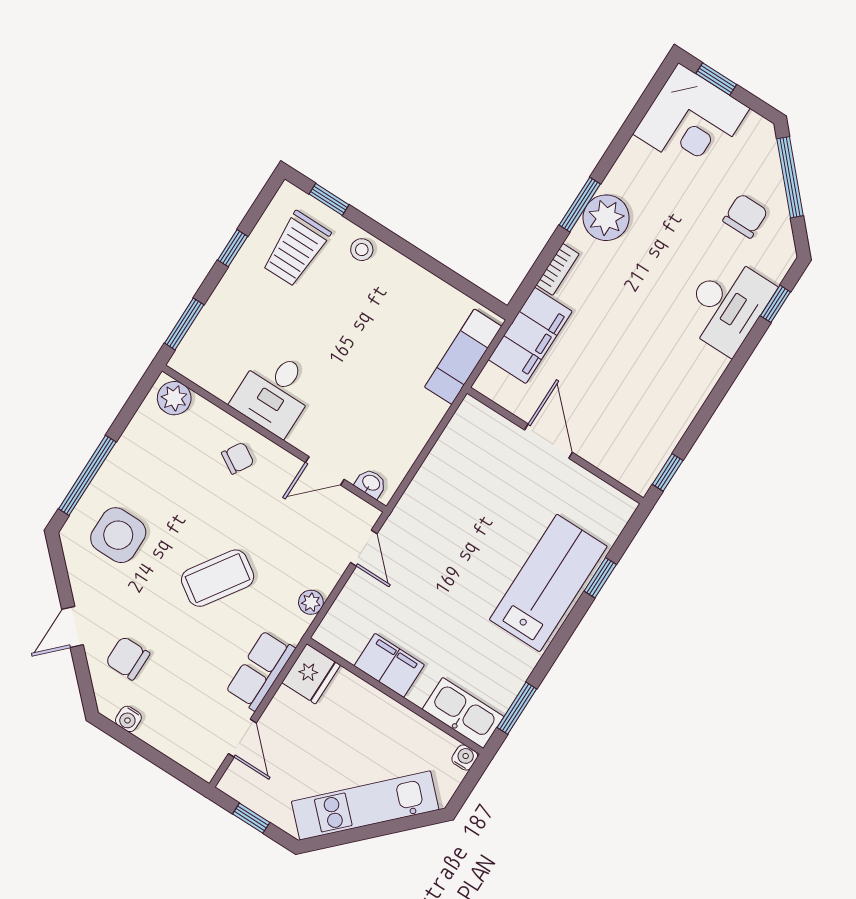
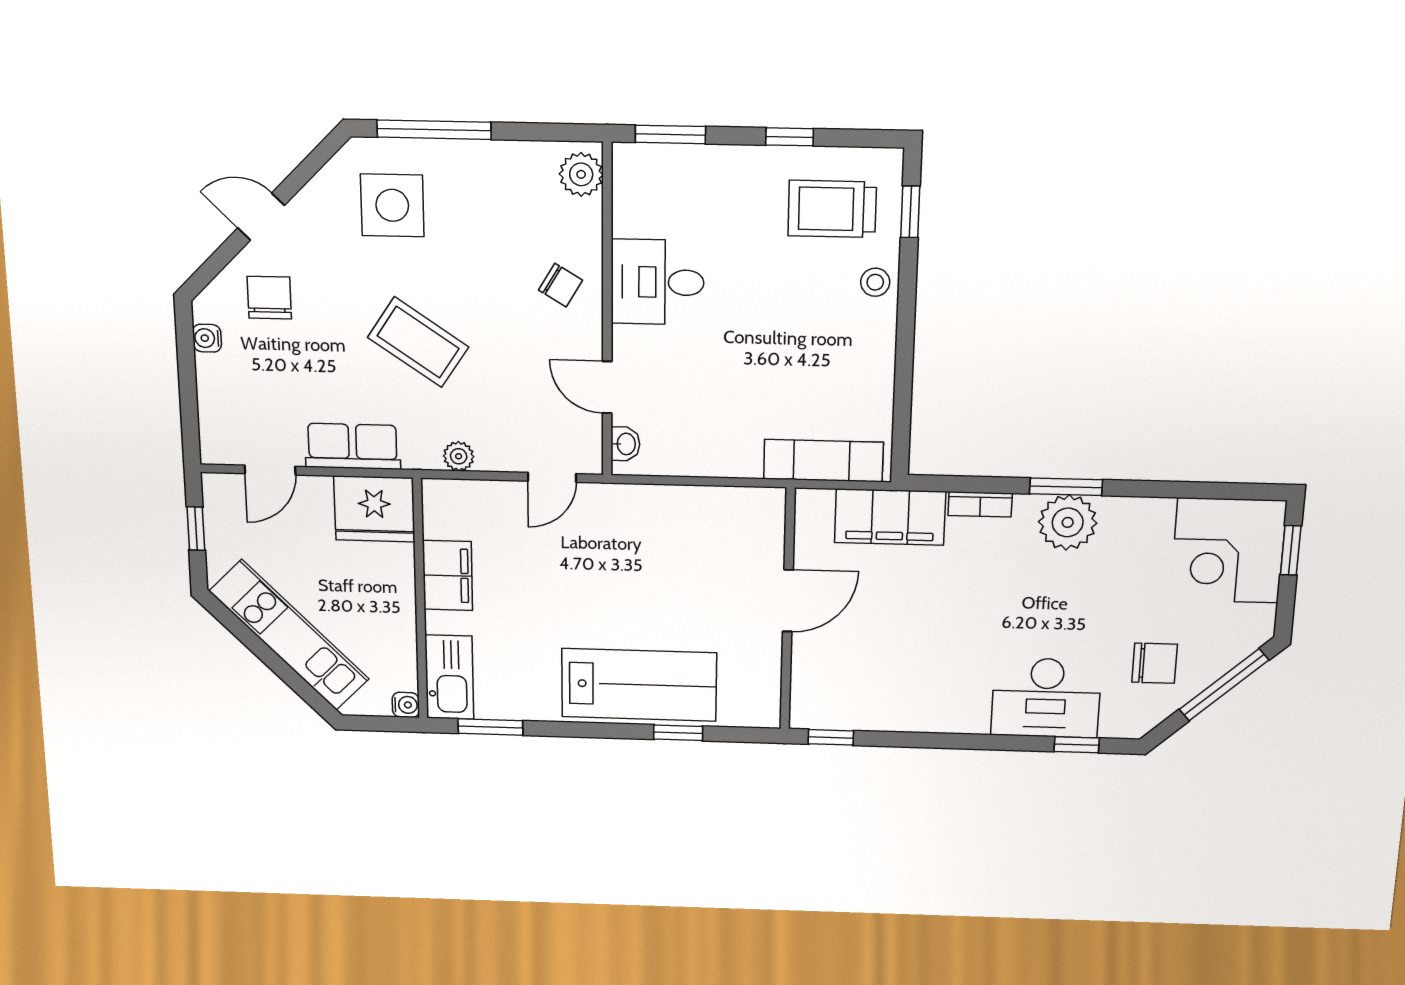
fridge: (311, 674) -> (374, 509), width x1.36, depth x1.34

